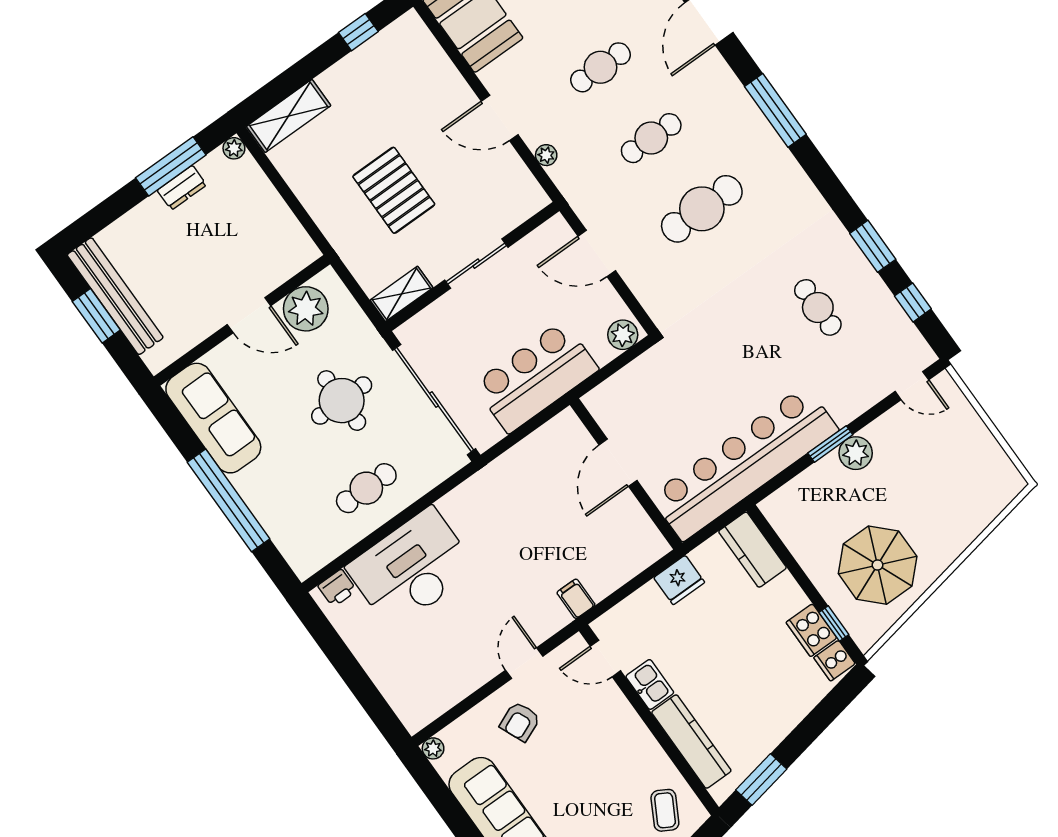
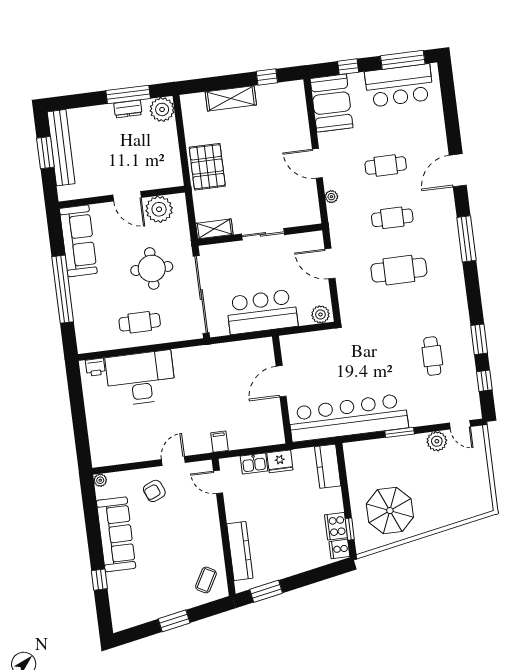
shelving: (289, 116) -> (231, 98), moved
plant: (234, 148) -> (162, 109), width x1.88, depth x1.88
pallet: (394, 190) -> (207, 167), moved
plant: (856, 453) -> (437, 441), moved
kitchen sink: (650, 684) -> (254, 464), moved, turned 90

